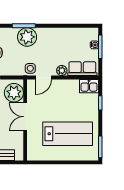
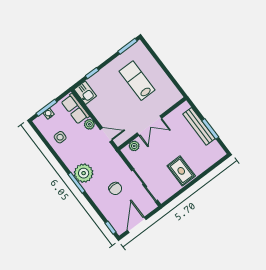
side table: (30, 68) -> (60, 137), moved
plant: (14, 93) -> (134, 146), width x0.53, depth x0.53
lab bench: (68, 134) -> (137, 81), width x0.73, depth x0.72

